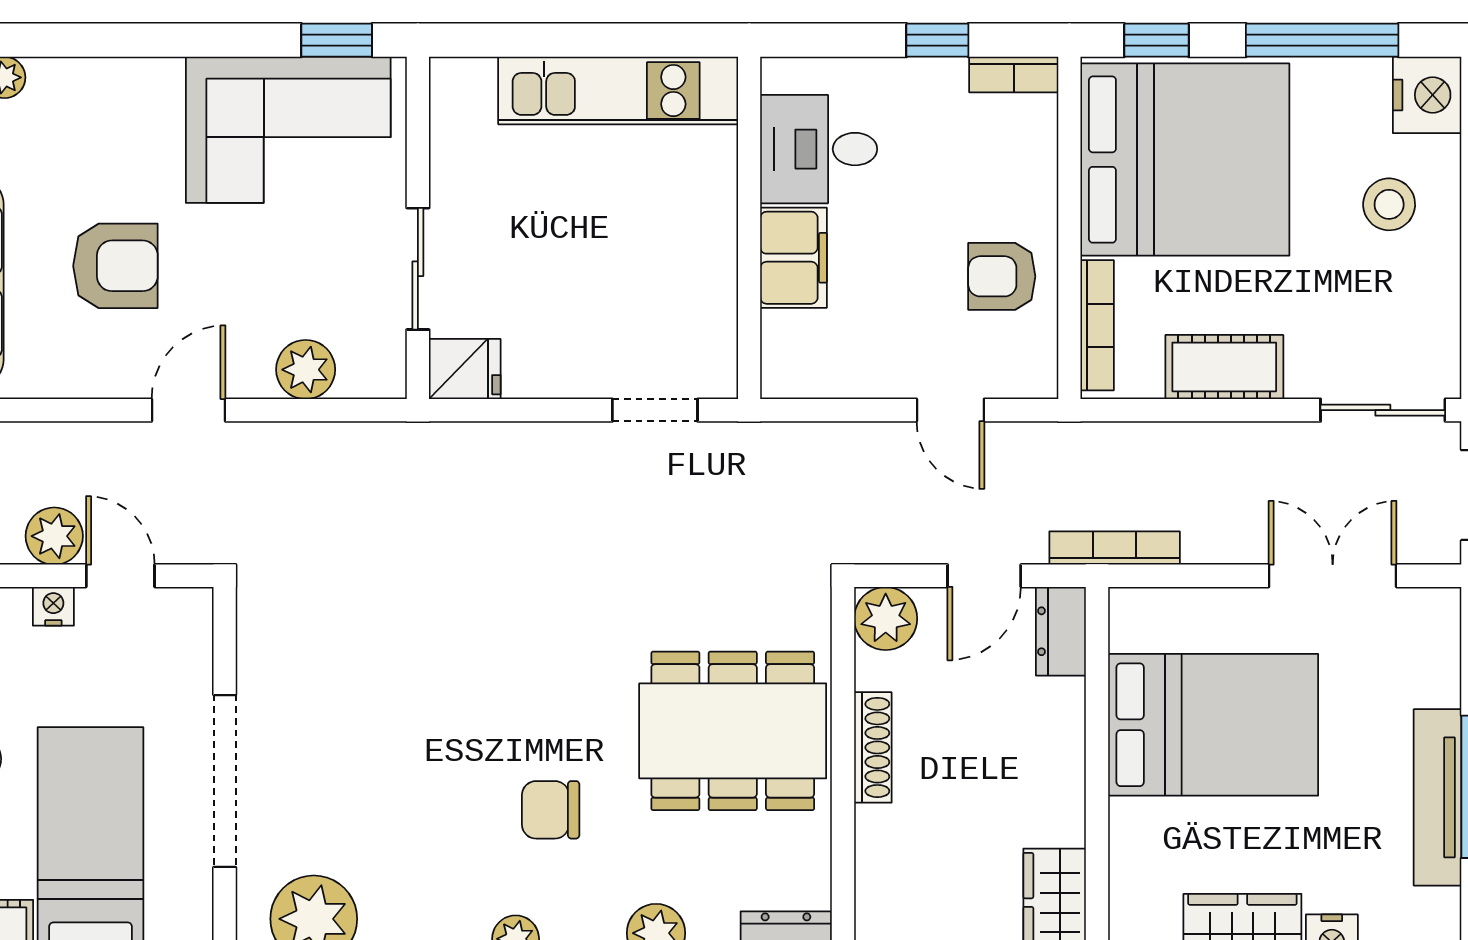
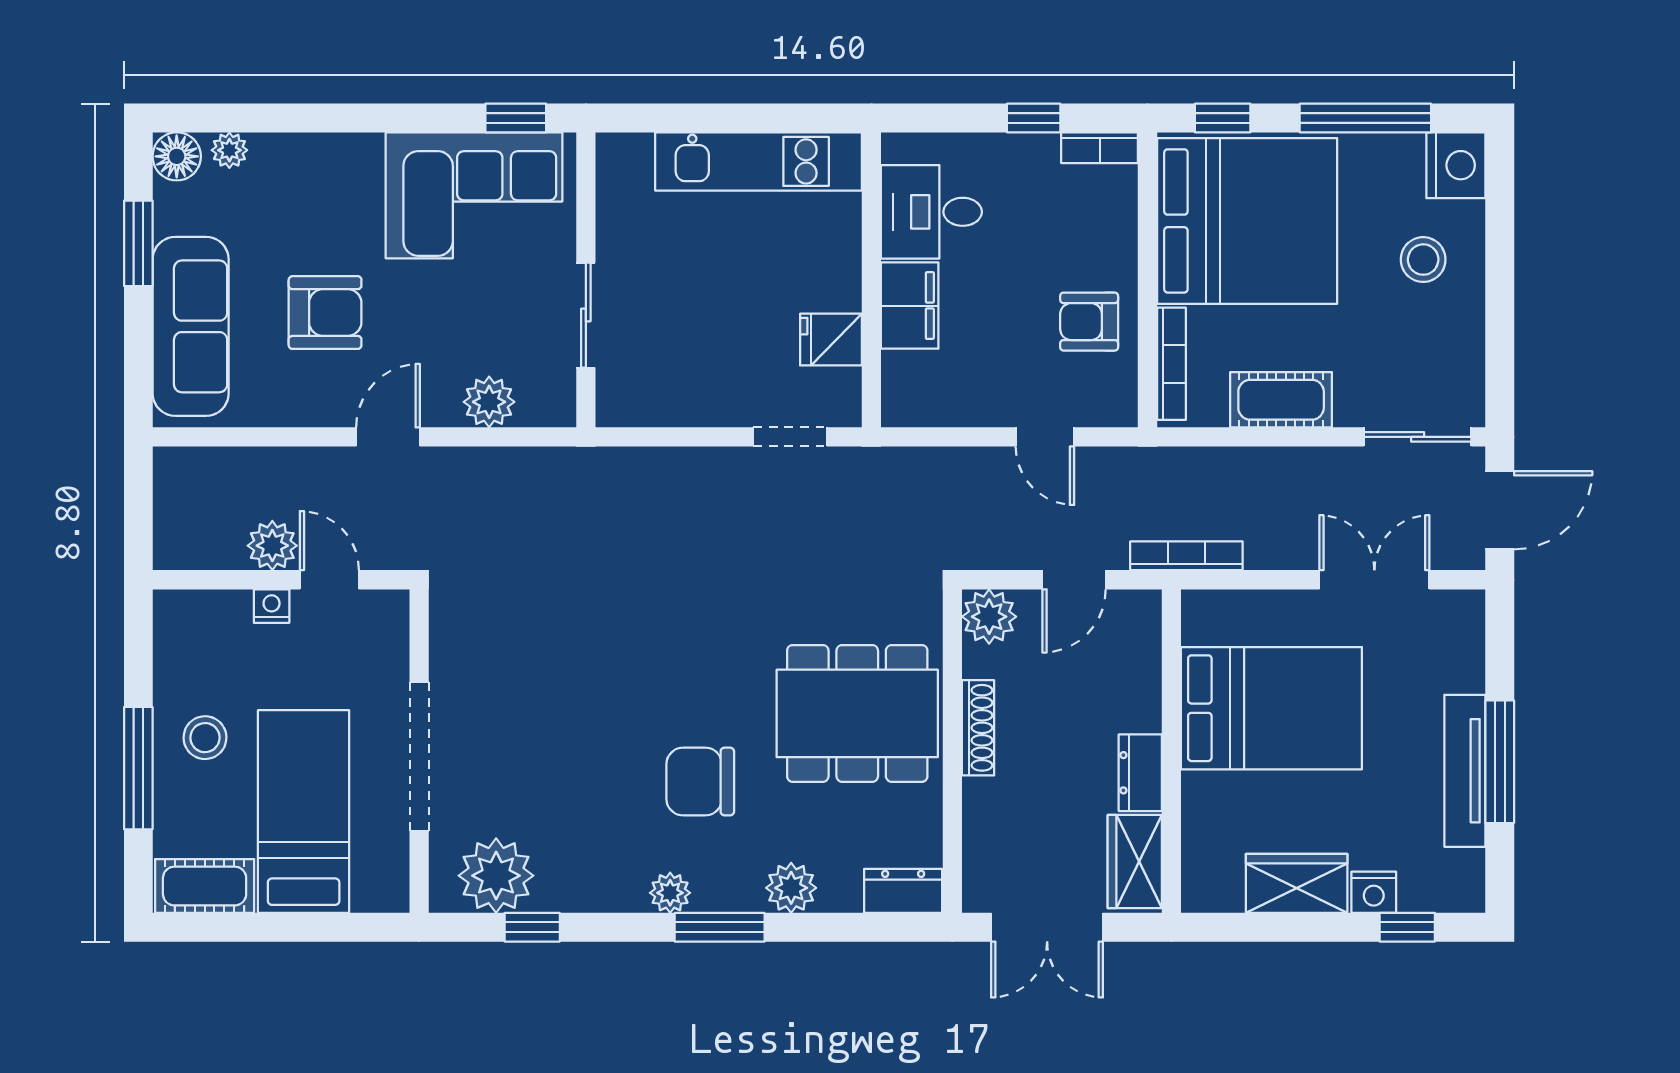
fridge: (465, 369) -> (831, 340), moved, turned 180
dresser: (1061, 631) -> (1140, 773), moved
chair: (551, 810) -> (700, 782), width x1.37, depth x1.37

